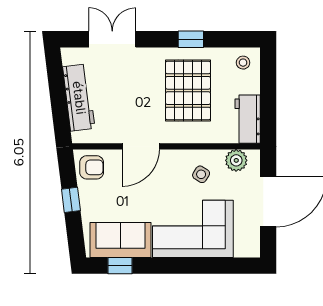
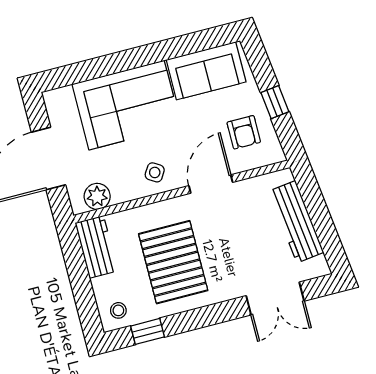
window: (191, 39) -> (148, 331), moved
armchair: (92, 167) -> (244, 132), moved, turned -90
side table: (201, 174) -> (155, 172), moved
window: (120, 266) -> (199, 41), removed

